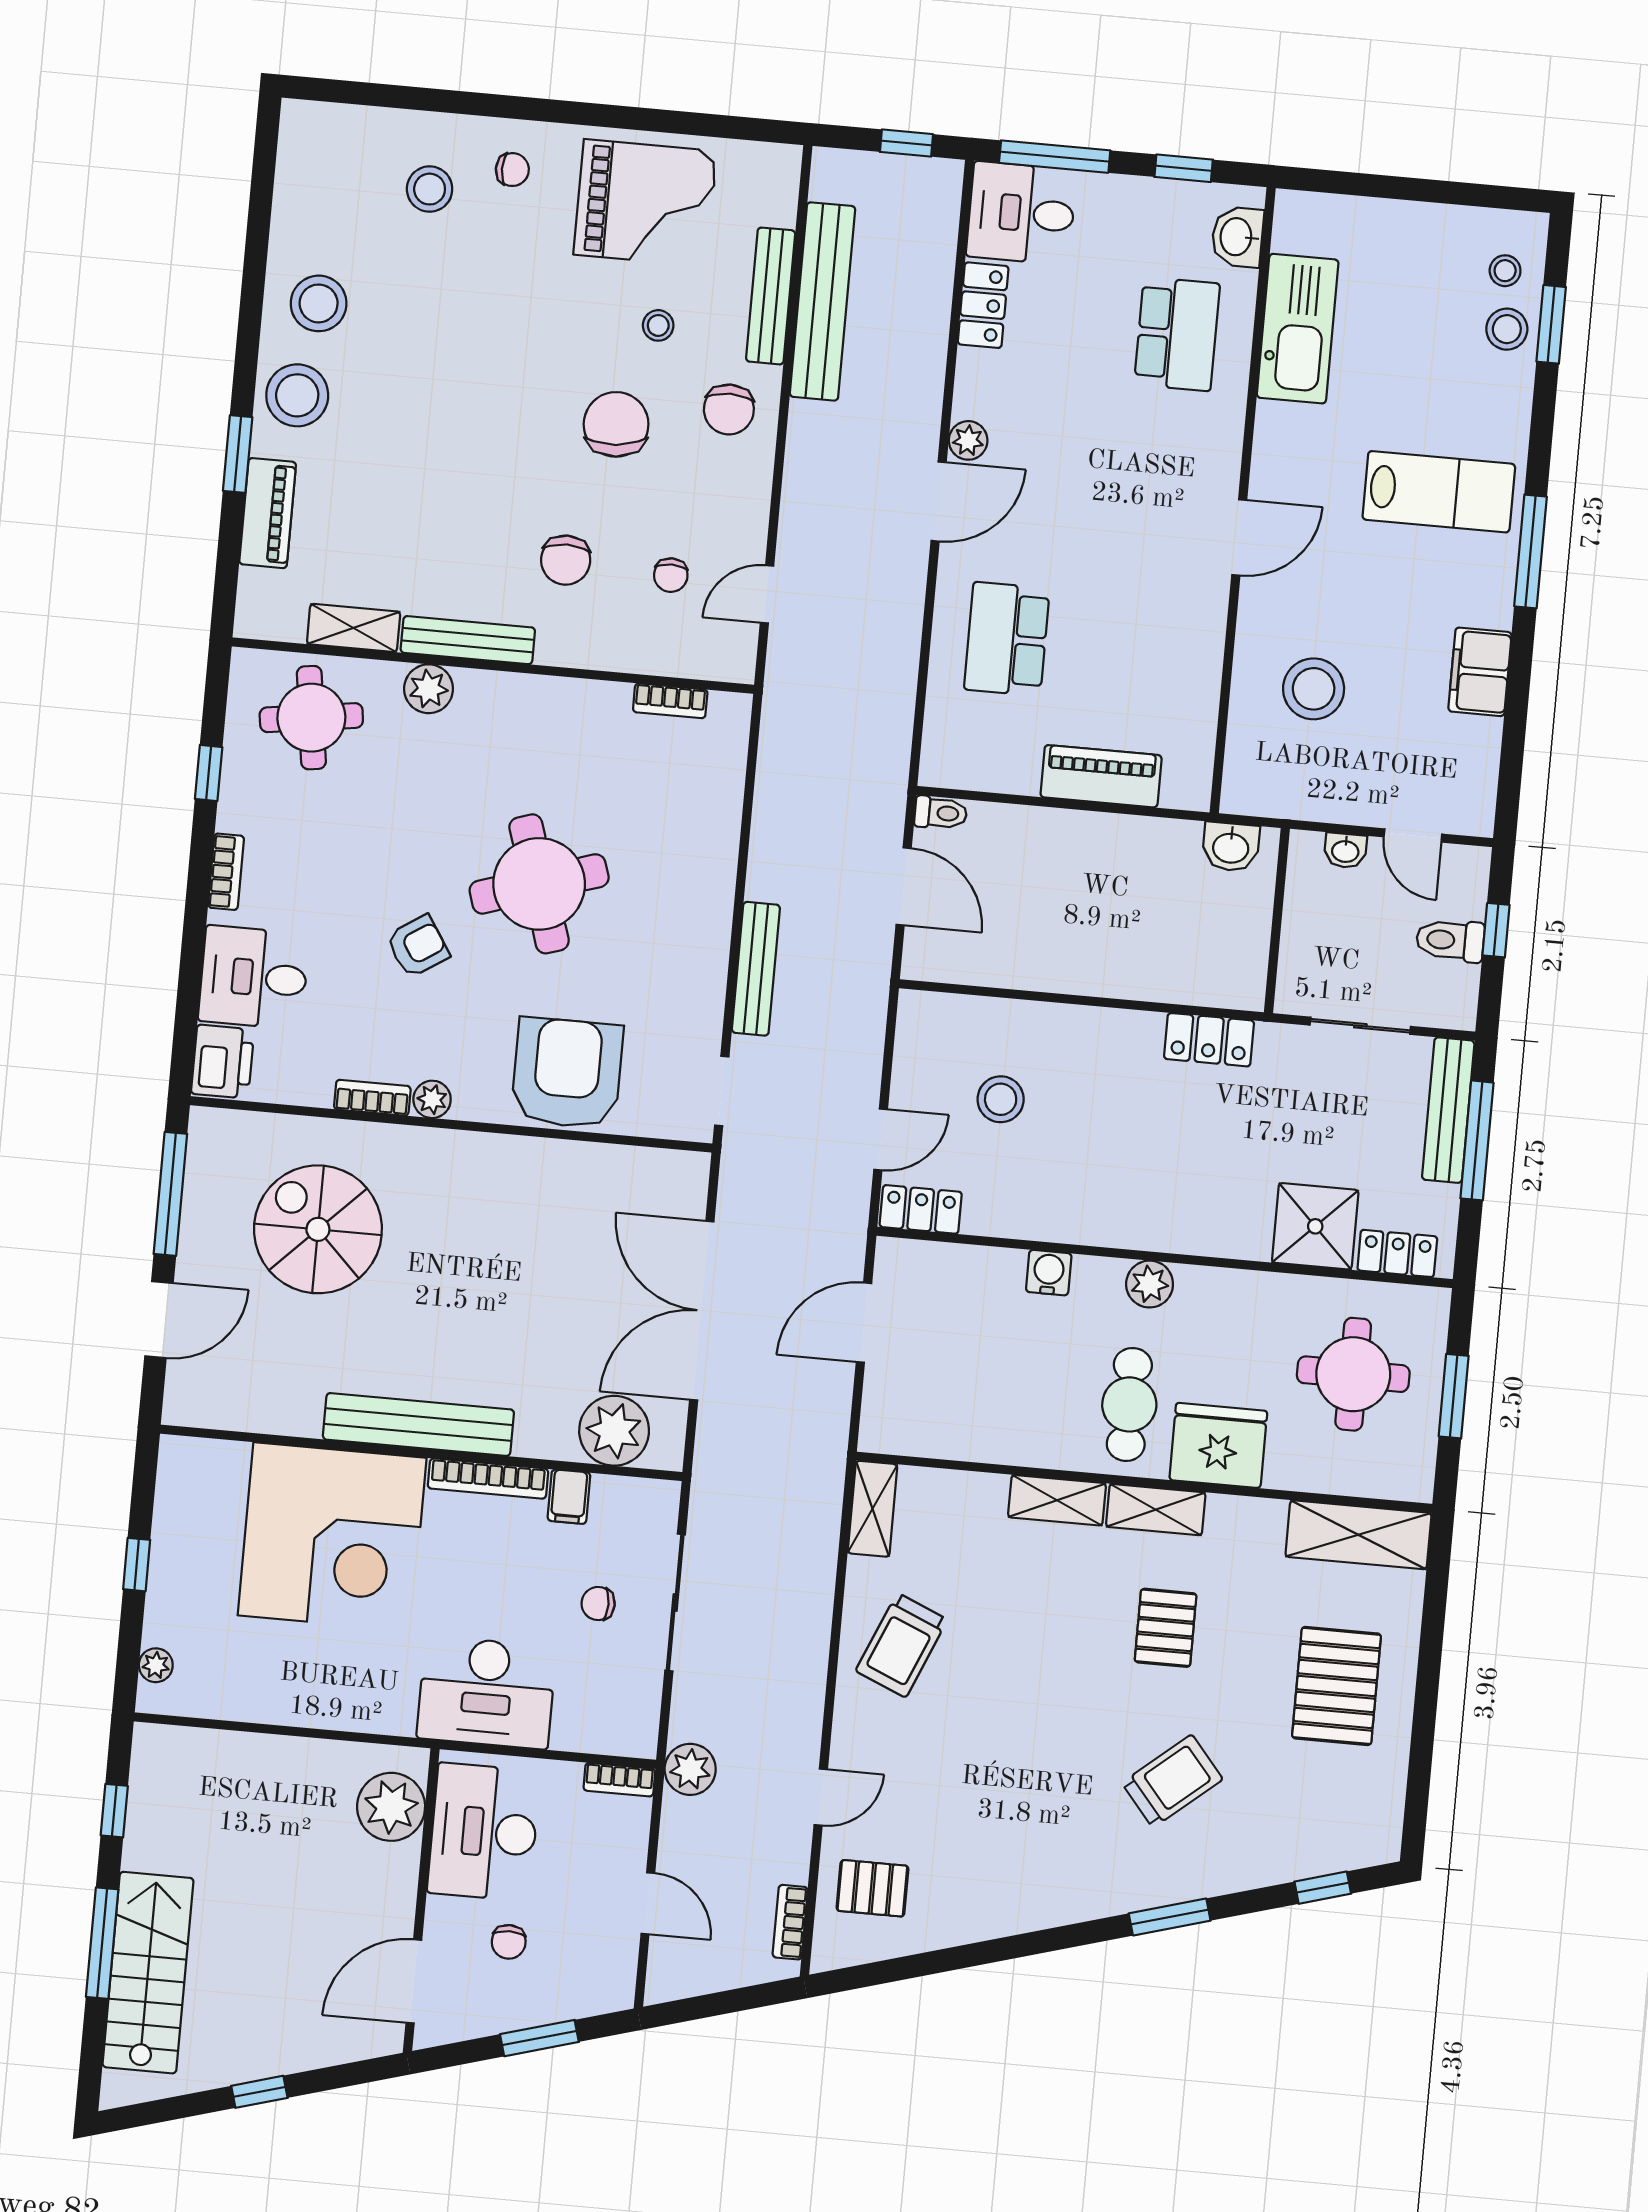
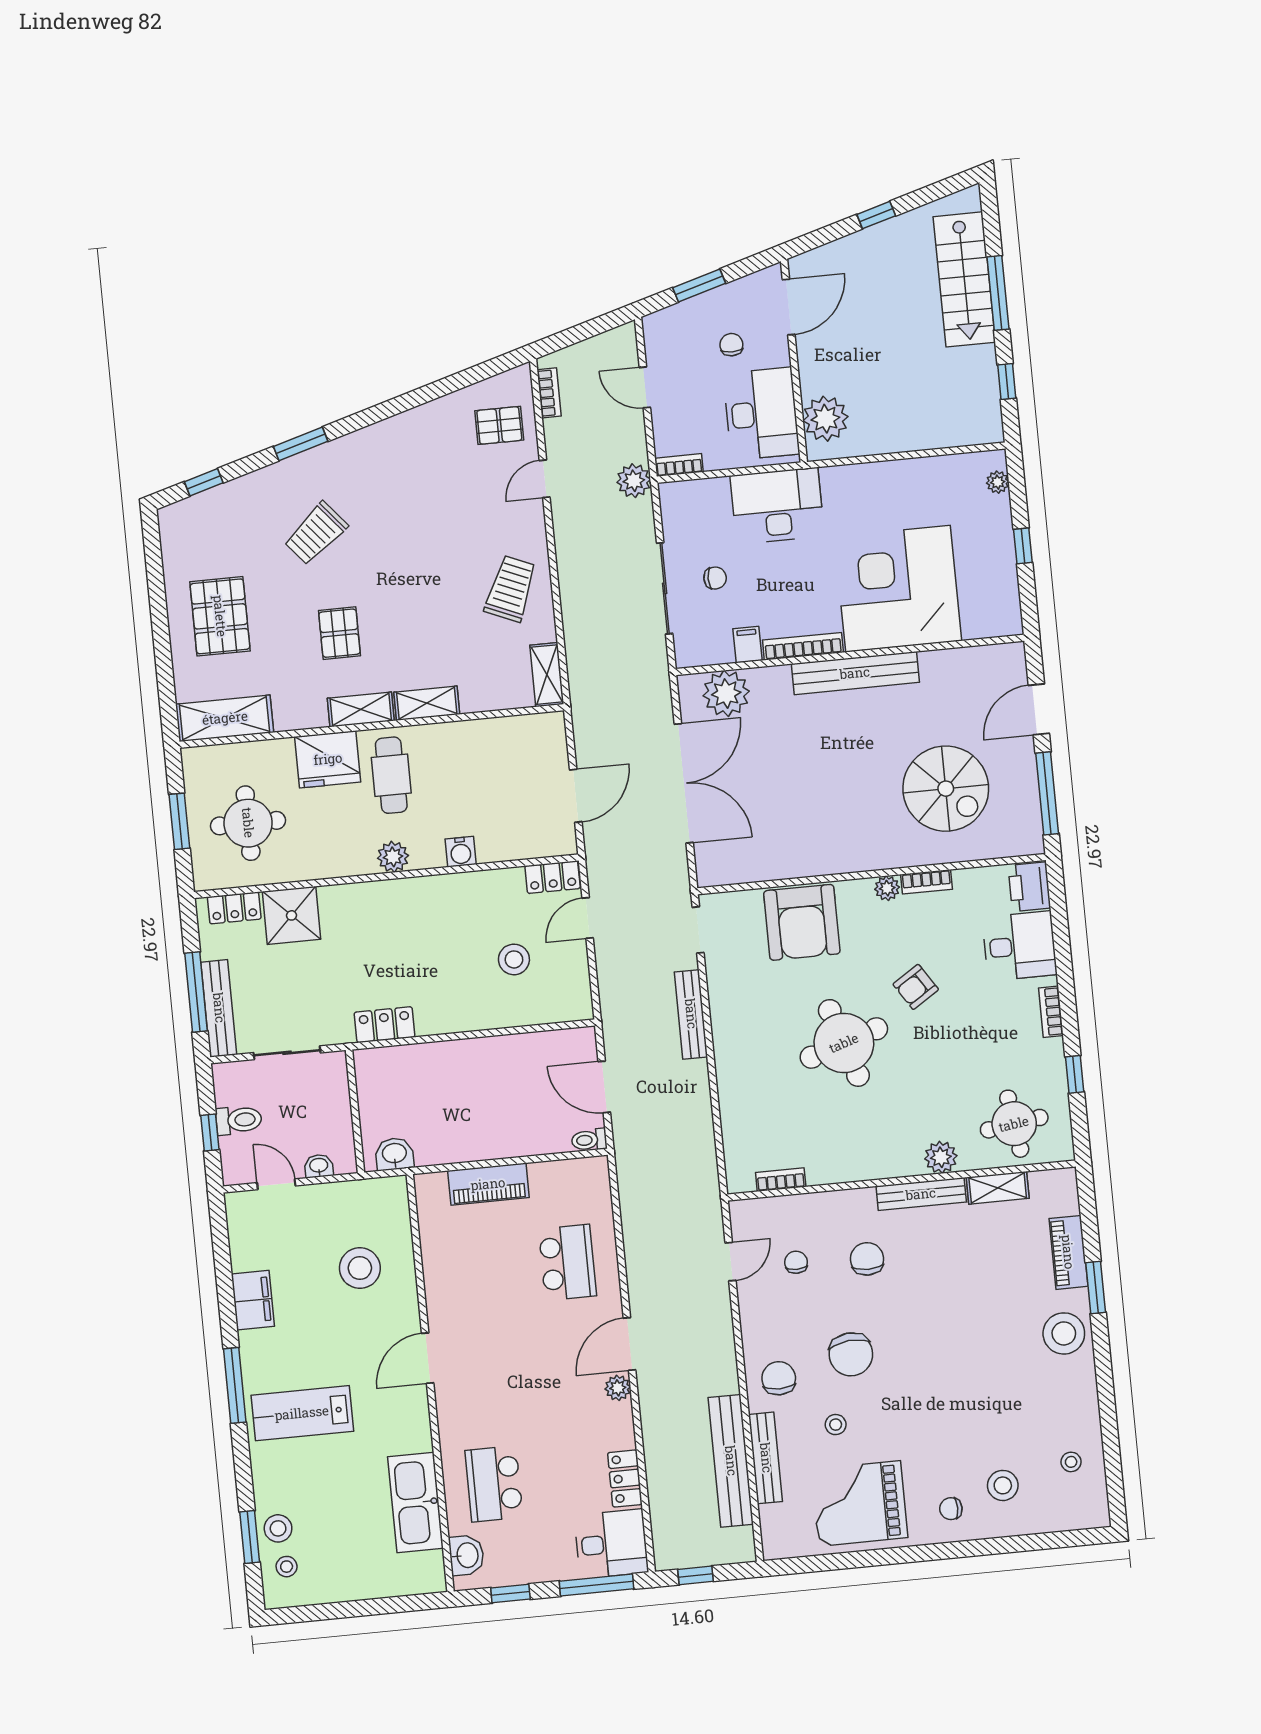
stool: (319, 303) -> (1071, 1462), moved, width x0.53, depth x0.53

